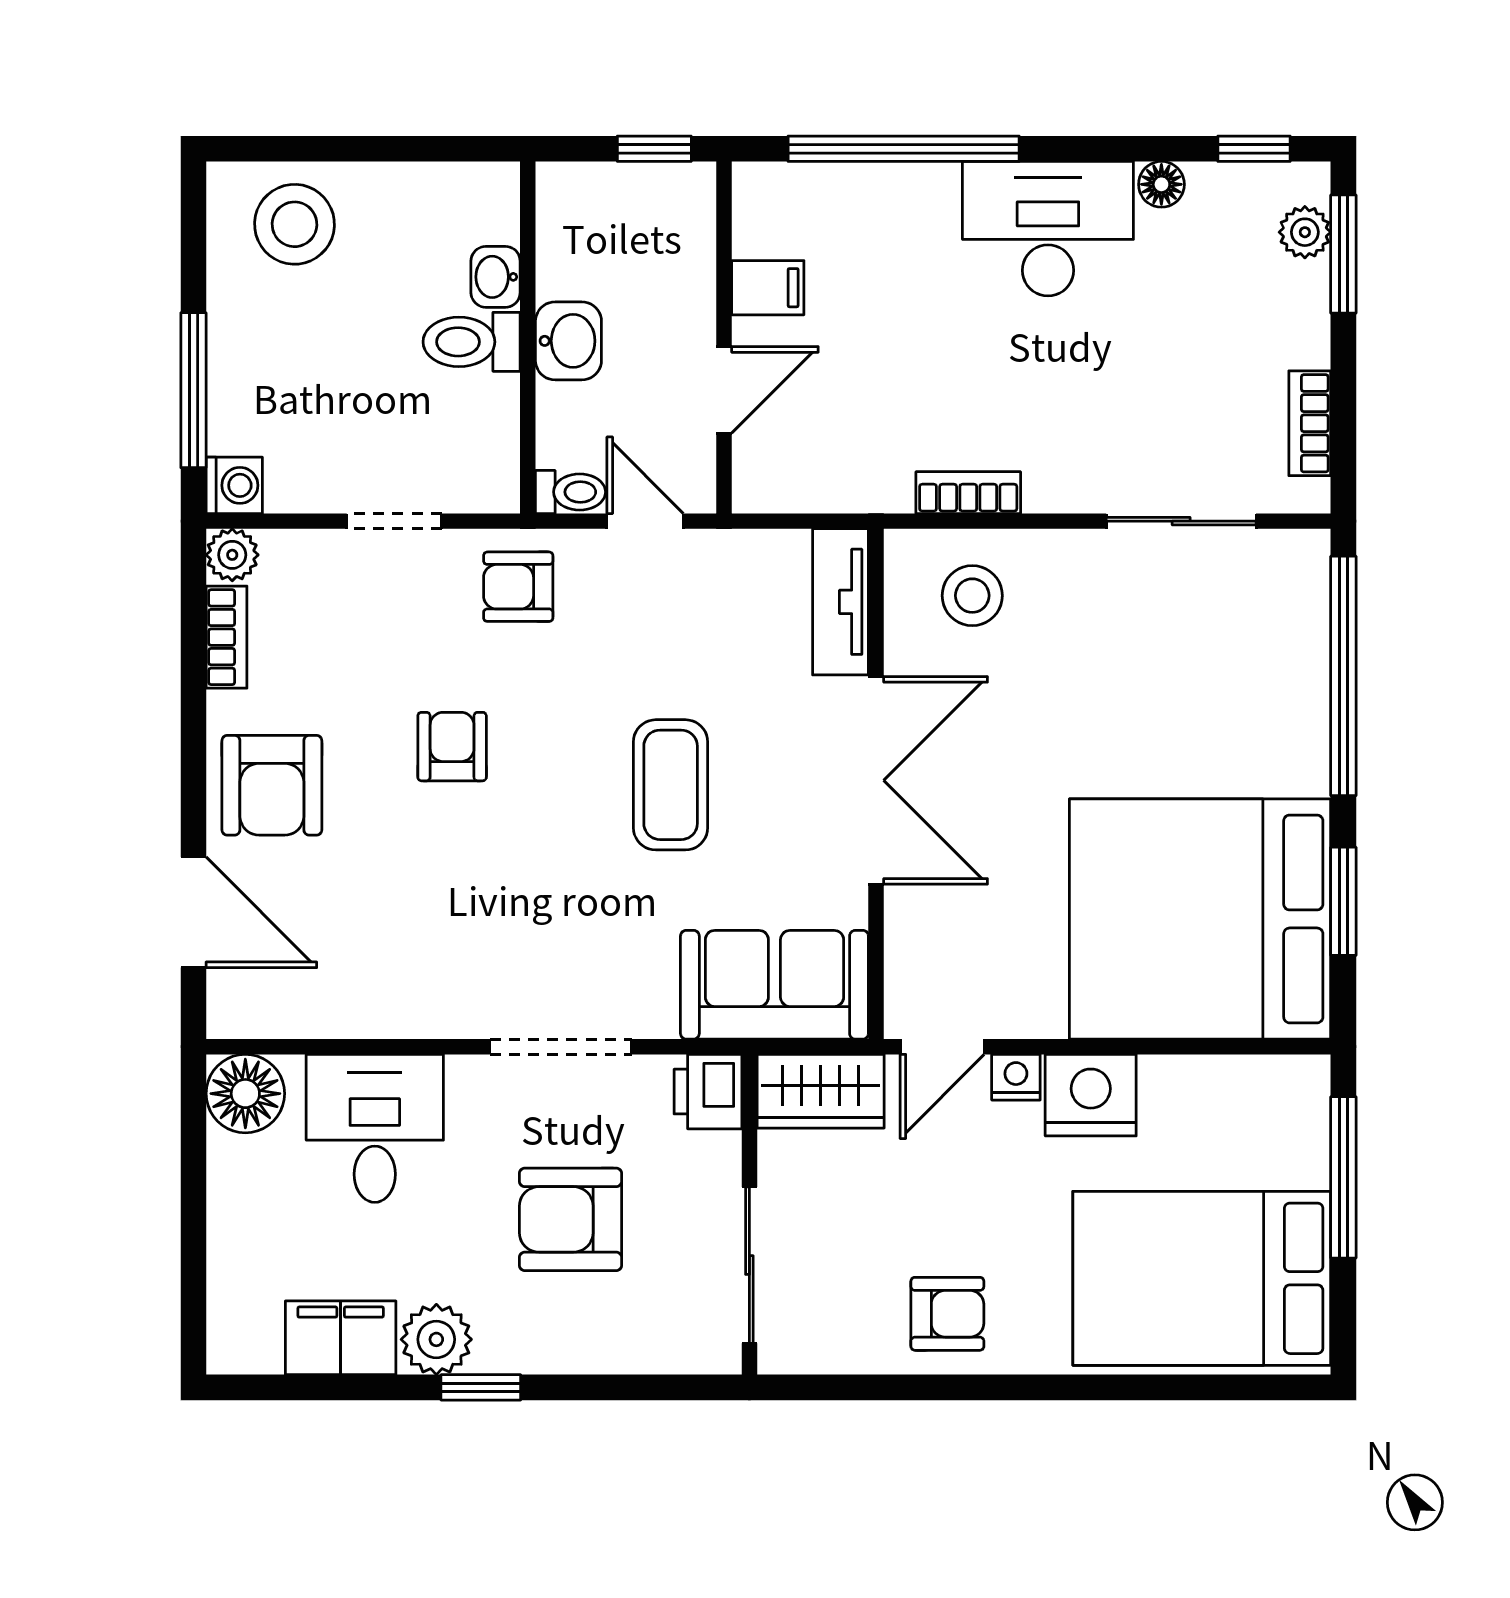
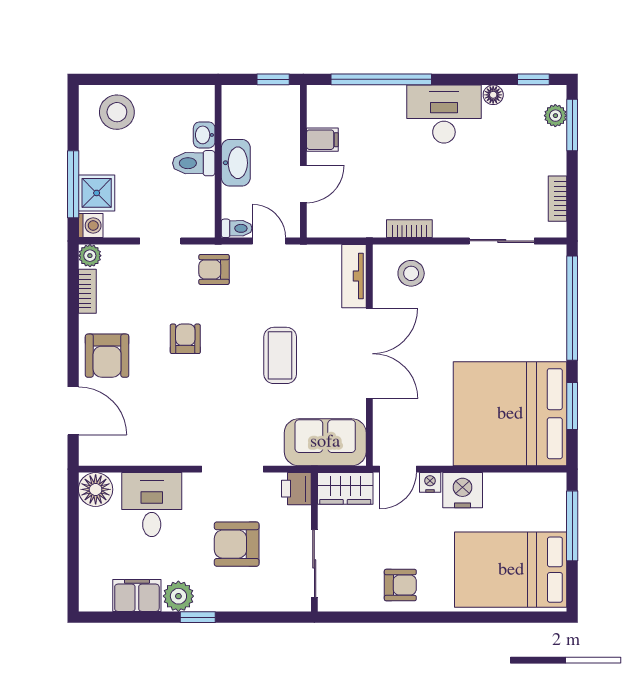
washbasin: (568, 341) -> (236, 163), width x1.38
shower: (248, 410) -> (97, 193), added

